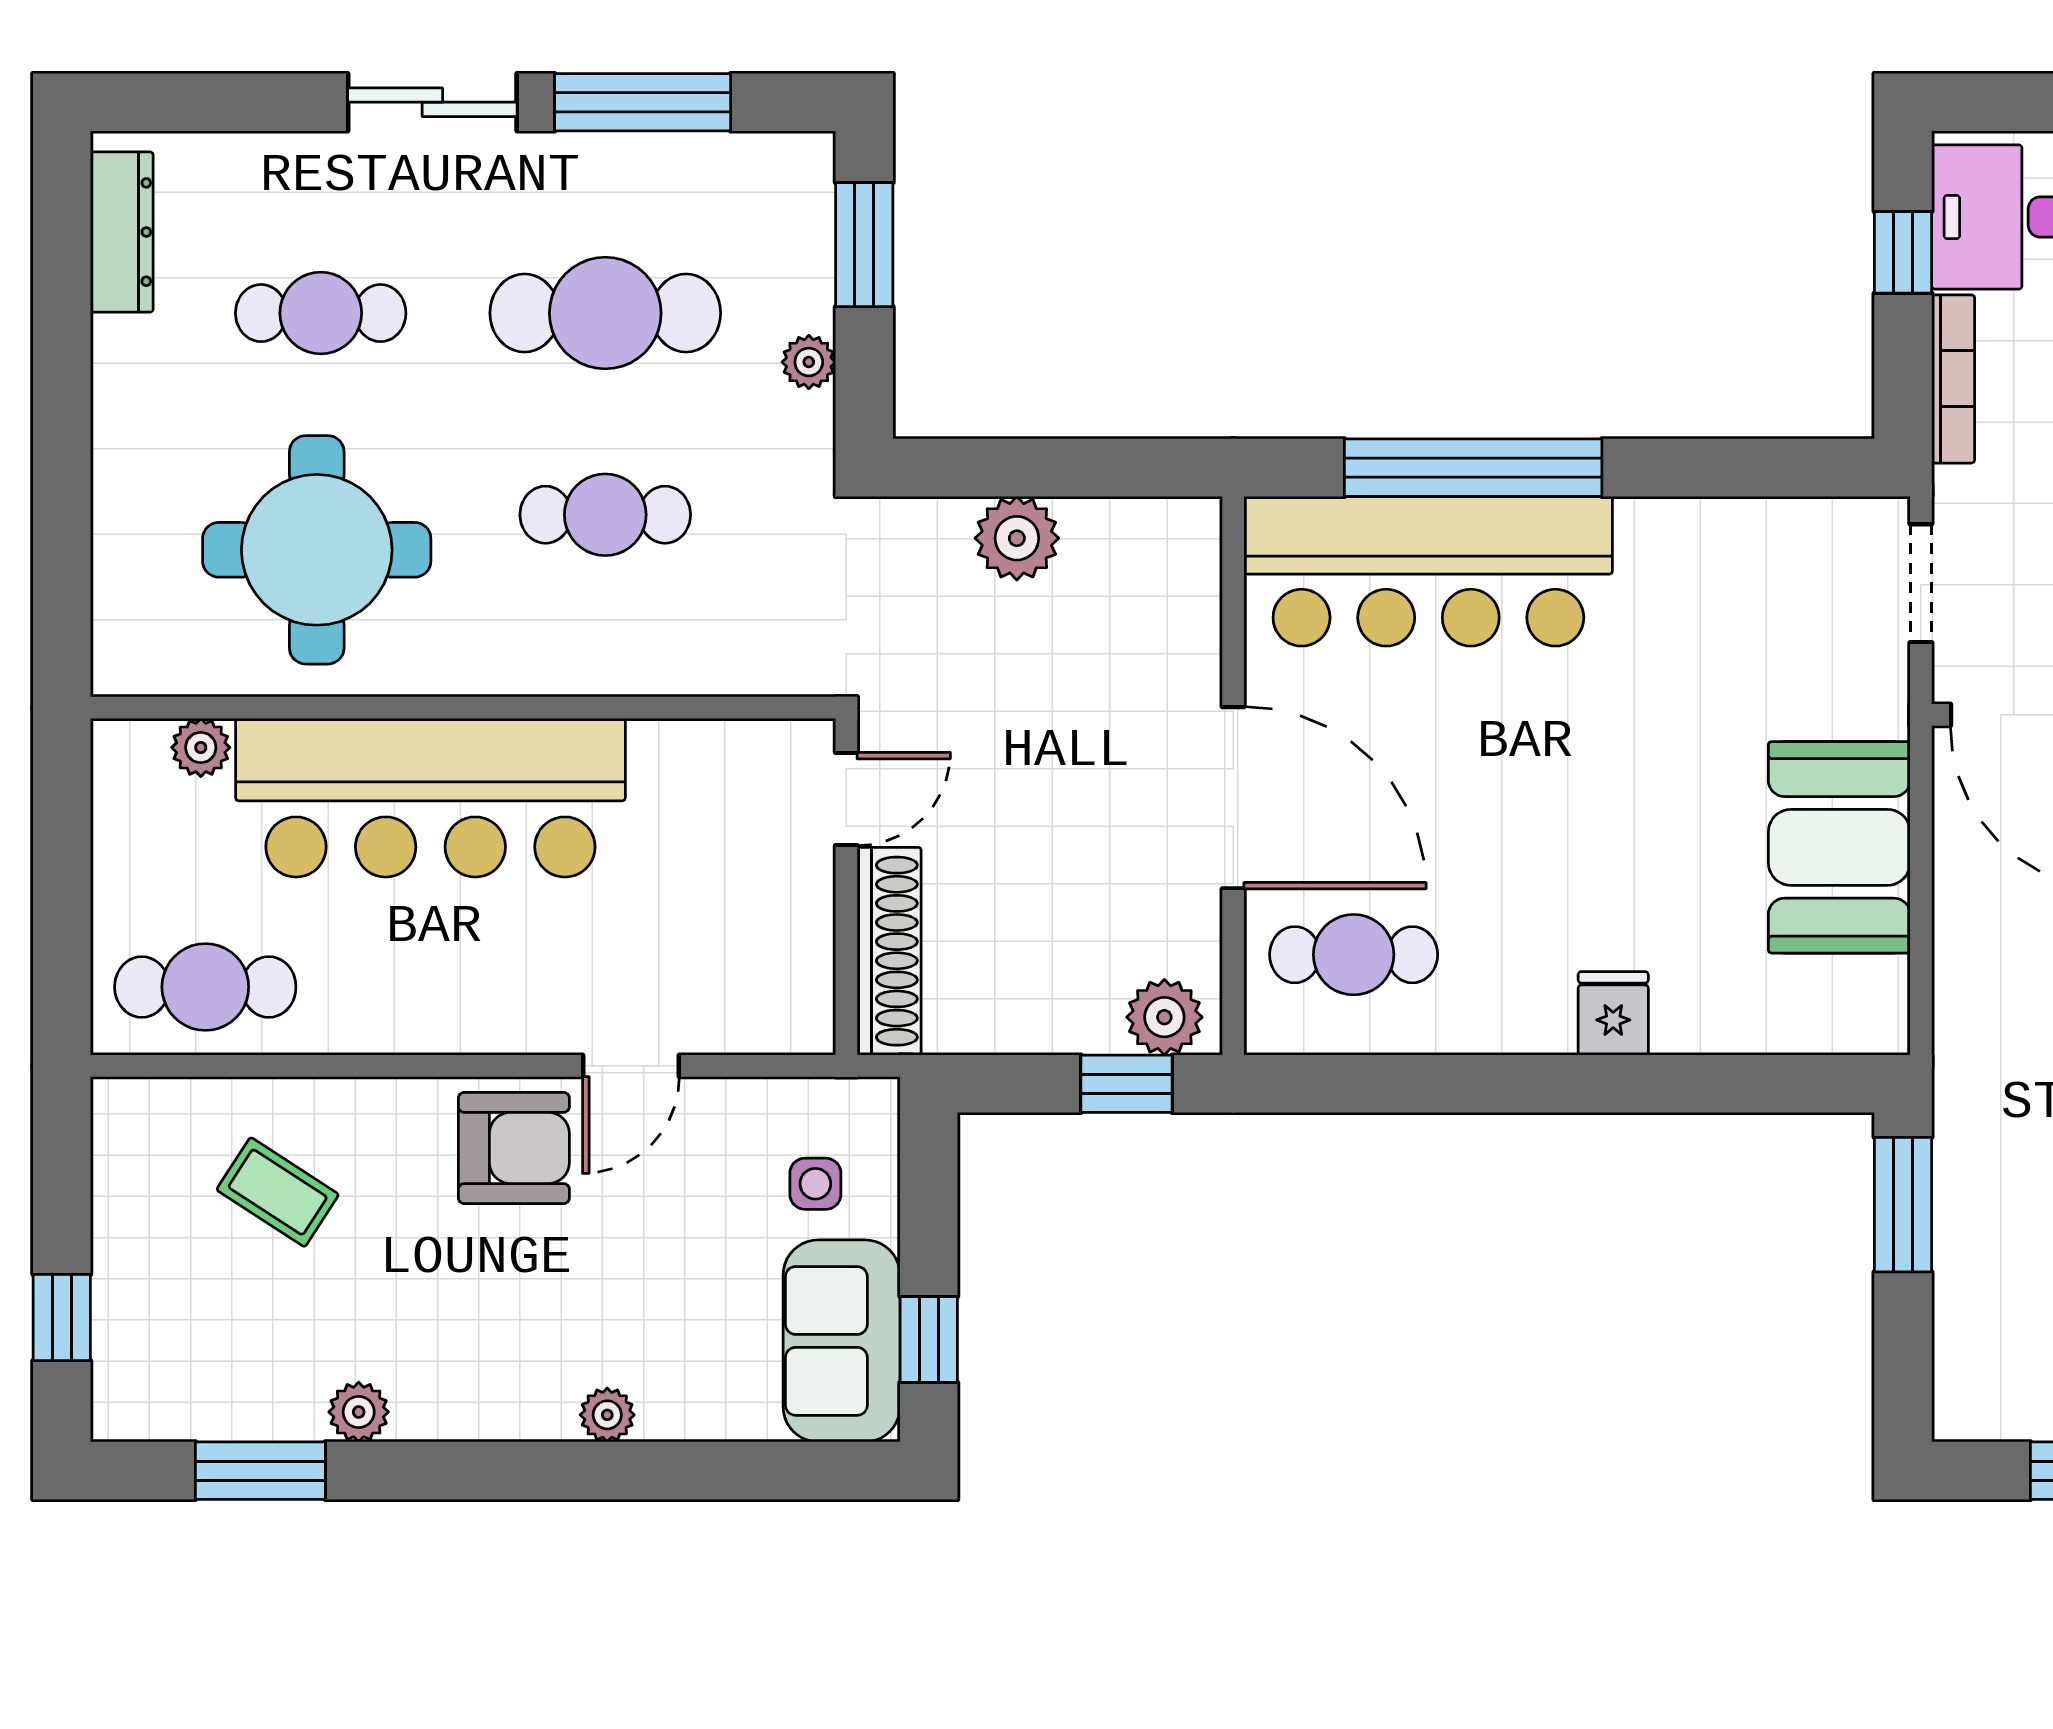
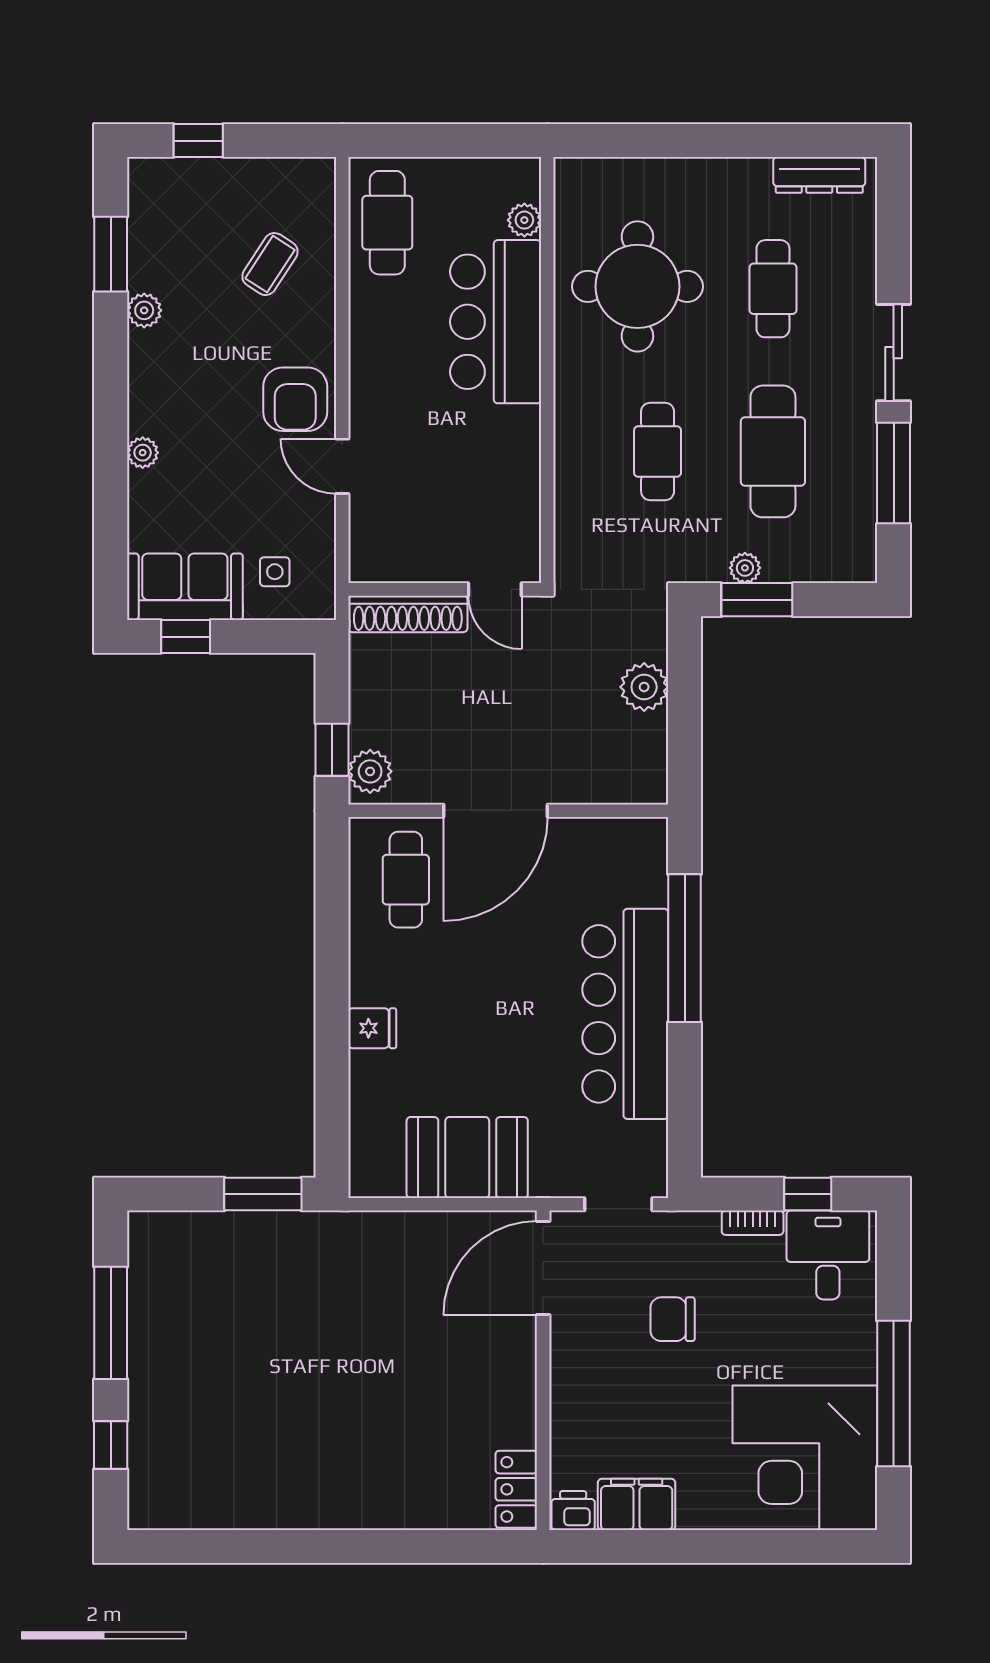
window: (864, 245) -> (757, 600), moved
bookcase: (1953, 379) -> (753, 1223), width x0.64
bar counter: (1428, 571) -> (625, 1014), moved
bar counter: (430, 798) -> (496, 322), width x0.73

